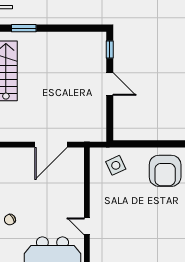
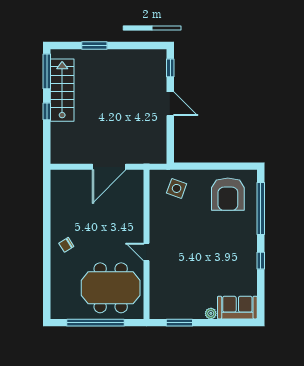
window: (24, 28) -> (94, 46), moved
side table: (116, 165) -> (177, 188), turned 45

